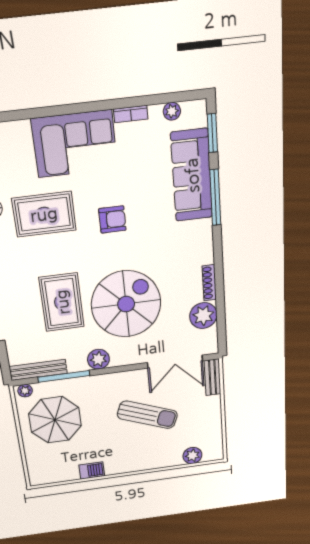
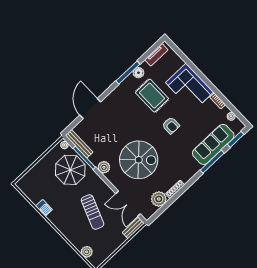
rug: (62, 302) -> (119, 131), removed
parasol: (55, 420) -> (70, 170), moved

